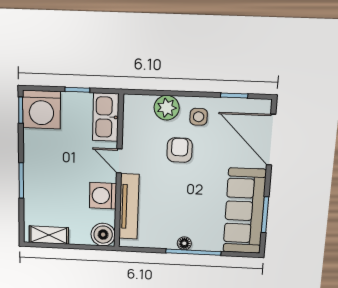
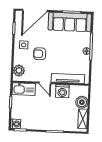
plant: (167, 108) -> (19, 71), moved
washing machine: (41, 110) -> (16, 124), width x0.53, depth x0.53
door: (119, 161) -> (45, 83), hinge flipped
boiler: (103, 235) -> (82, 102), moved

